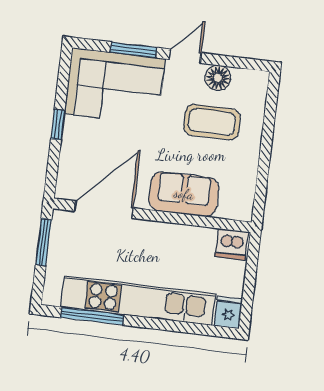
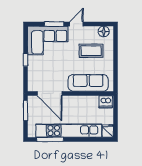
floor lamp: (218, 78) -> (104, 32), moved
sofa: (184, 194) -> (88, 83), width x1.36
door: (104, 210) -> (50, 93), swing flipped

